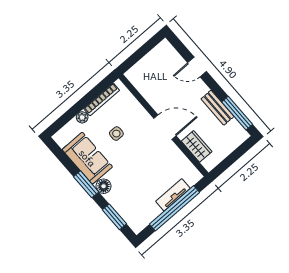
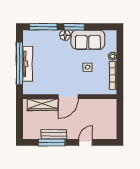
window: (237, 113) -> (52, 142), moved
wardrobe: (197, 146) -> (43, 105), width x1.50
tv unit: (173, 195) -> (28, 64), width x1.41
window: (114, 217) -> (43, 27), width x1.44

